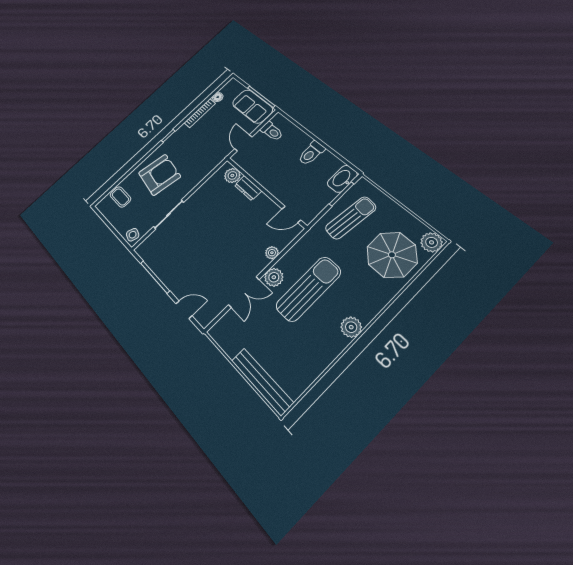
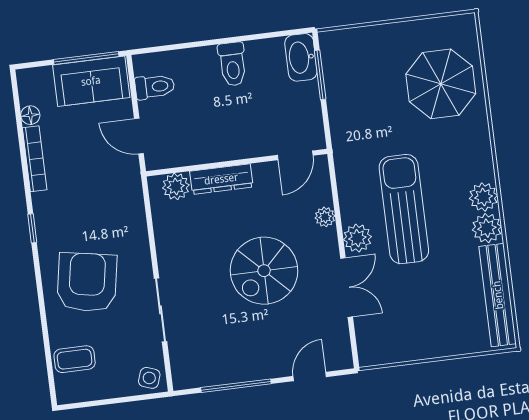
dresser: (248, 188) -> (221, 179), width x1.44
sun lounger: (351, 218) -> (359, 91), removed
plant: (432, 242) -> (487, 228), moved
spiral stairs: (222, 245) -> (264, 271), added
bench: (262, 381) -> (498, 295), moved, turned 90

